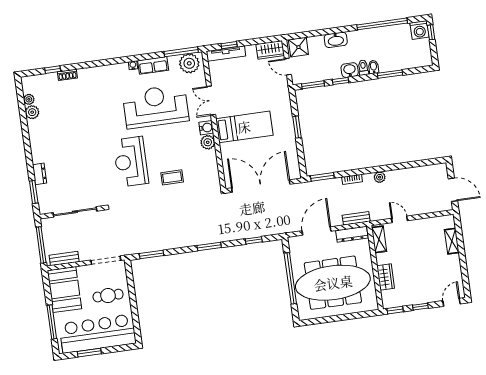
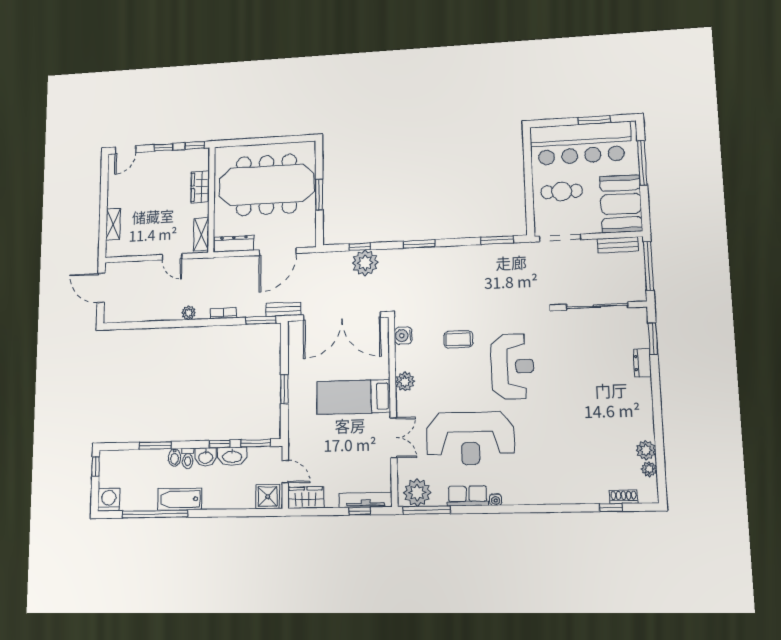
window: (431, 32) -> (96, 467), moved
bathtub: (365, 37) -> (180, 499), added
washbasin: (336, 40) -> (232, 456), moved, turned 180
shoe rack: (67, 75) -> (624, 497), moved
water cooler: (206, 128) -> (403, 336), moved
bench: (356, 218) -> (283, 309), moved
plant: (248, 228) -> (365, 263), added
window: (290, 278) -> (319, 195), width x0.47

